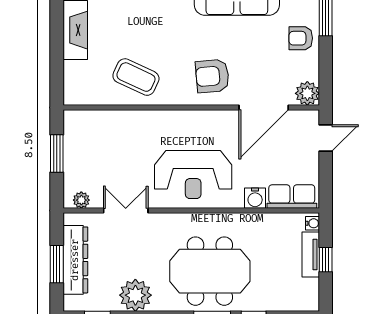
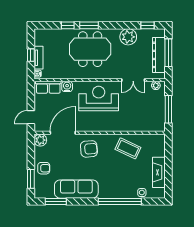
window: (57, 154) -> (168, 109), width x1.44
window: (57, 264) -> (168, 53), width x1.44

